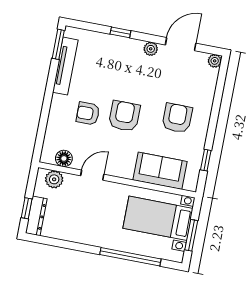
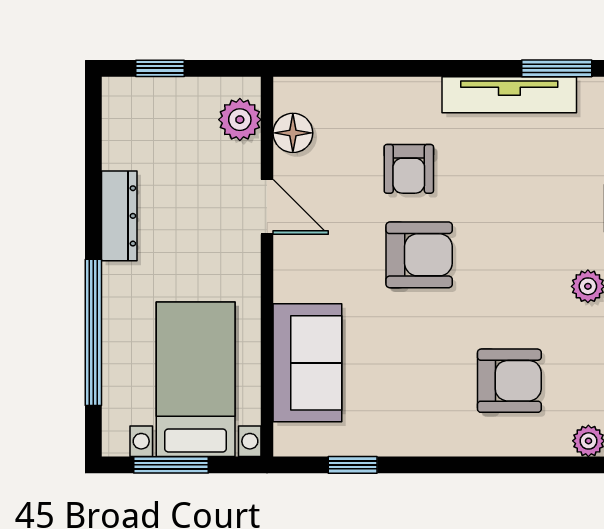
armchair: (88, 113) -> (409, 169), turned 180
armchair: (177, 118) -> (509, 381), moved
dresser: (36, 216) -> (119, 216), moved, turned -90

